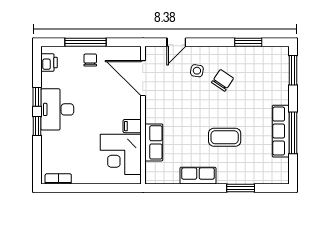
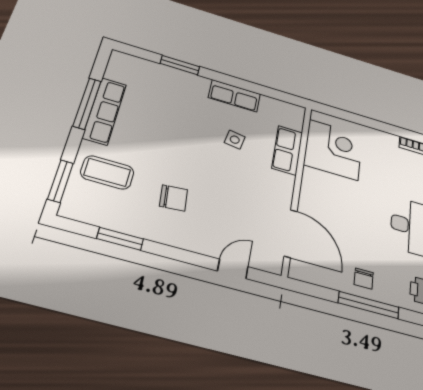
side table: (197, 71) -> (235, 140), moved
chair: (223, 80) -> (174, 198), turned -129
filing cabinet: (132, 126) -> (314, 178), removed
coffee table: (225, 137) -> (107, 172), moved

